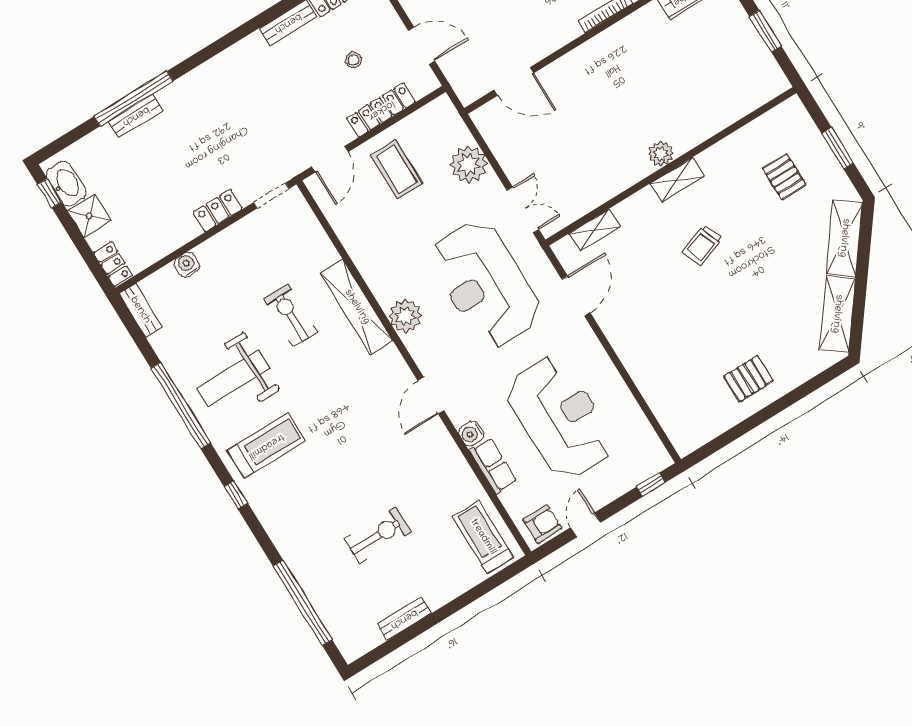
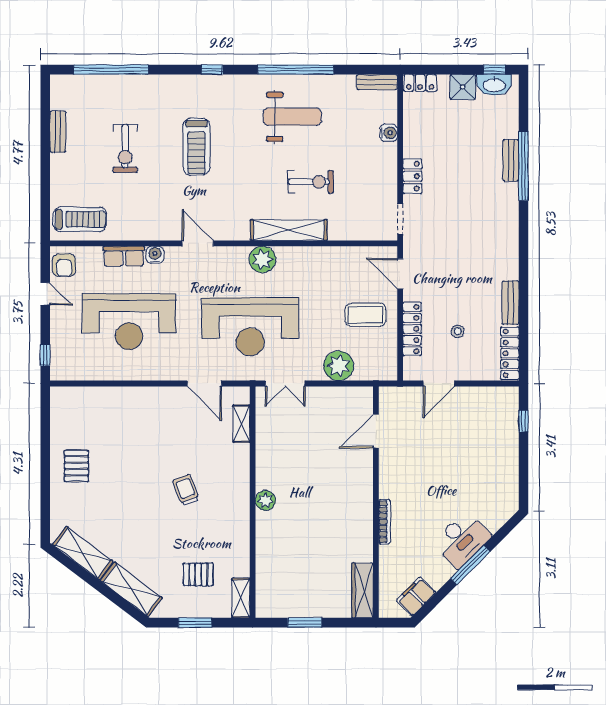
shelving: (677, 180) -> (241, 598), moved
reception desk: (485, 284) -> (250, 327), turned 180
weight bench: (233, 378) -> (292, 117), turned 90
treadmill: (266, 446) -> (197, 147), moved

